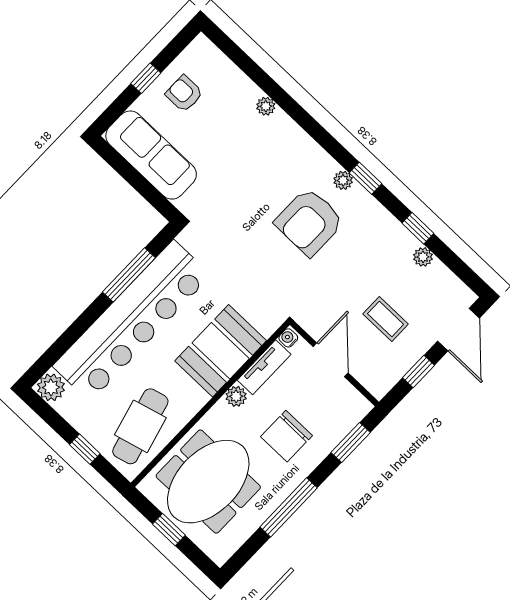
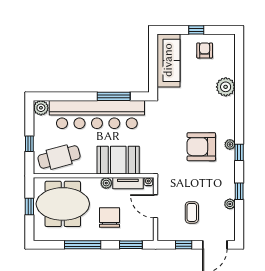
plant: (266, 106) -> (226, 87), width x1.87, depth x1.87
door: (331, 360) -> (156, 206), swing flipped
chair: (287, 436) -> (110, 217), turned 90

